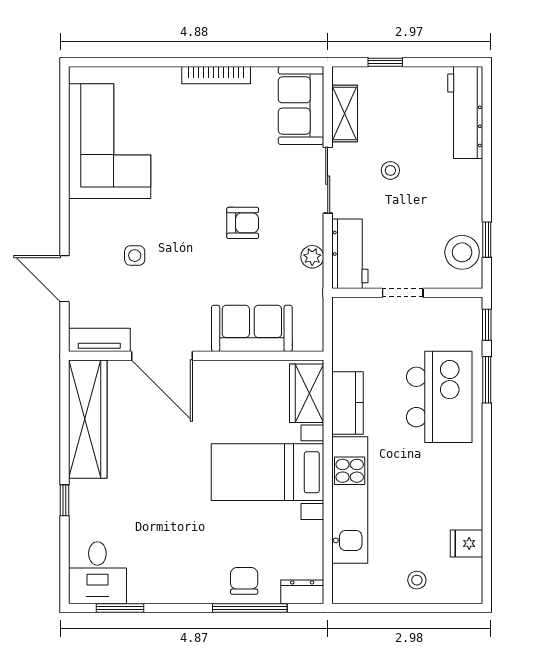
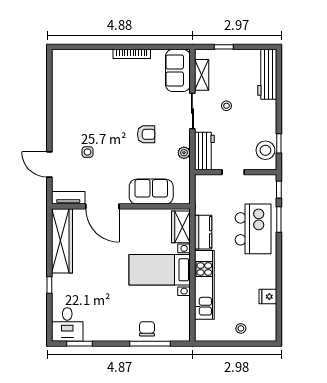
corner sofa: (110, 141) -> (74, 90), removed
fridge: (467, 543) -> (268, 297), moved
dresser: (302, 592) -> (179, 335), removed

